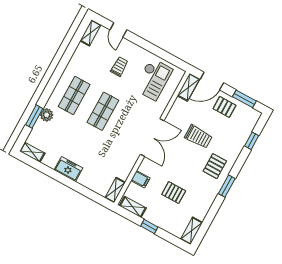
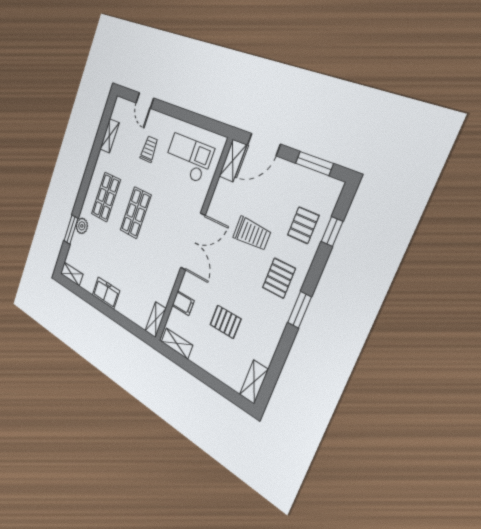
shelving: (91, 33) -> (109, 136), moved
checkout: (153, 79) -> (188, 158), turned -90
pallet: (225, 107) -> (303, 225), moved, turned 90
window: (149, 227) -> (198, 373), removed

